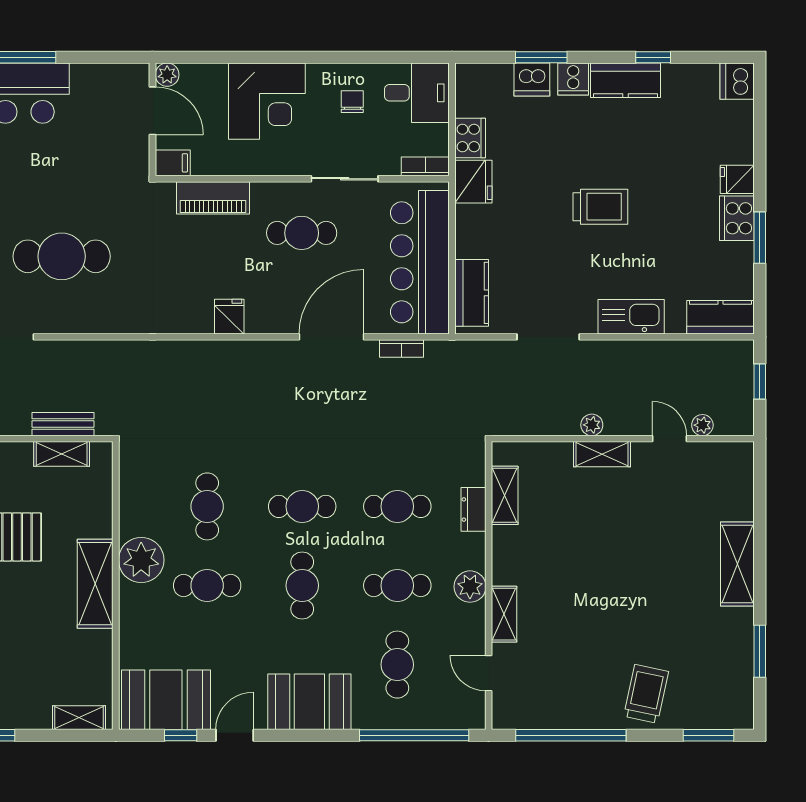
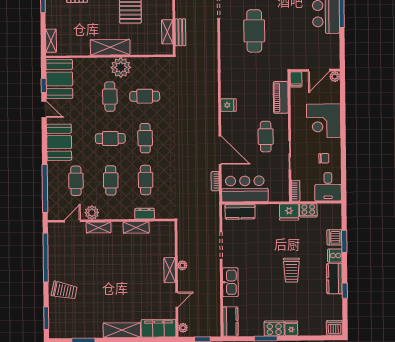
trolley: (600, 207) -> (291, 270), moved
bar counter: (420, 262) -> (245, 189), width x0.73
plant: (702, 425) -> (183, 328), moved
filing cabinet: (734, 481) -> (159, 328), added
shelving: (505, 495) -> (136, 227), moved
plant: (470, 587) -> (92, 213), moved
cafe table: (397, 665) -> (76, 181), turned 90

